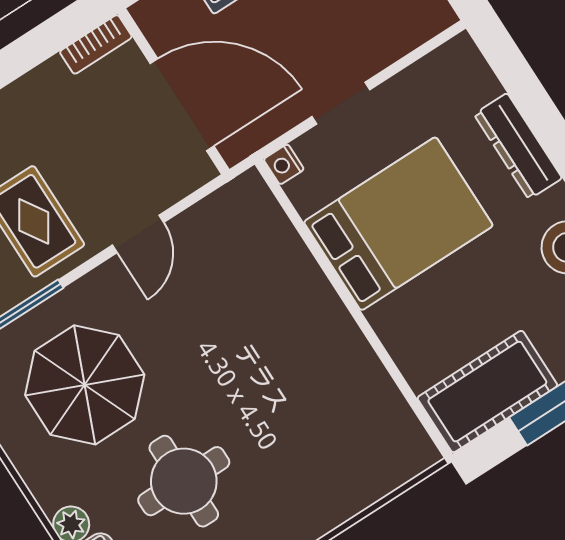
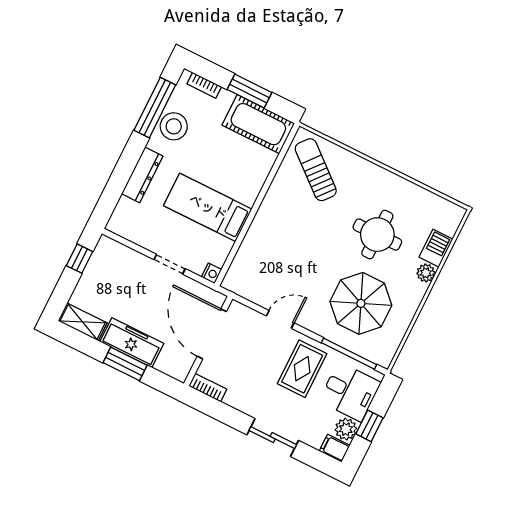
bed: (398, 224) -> (208, 207), width x0.67
sun lounger: (354, 442) -> (316, 170), added

